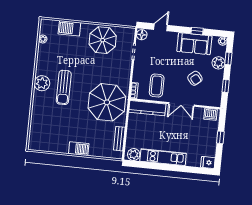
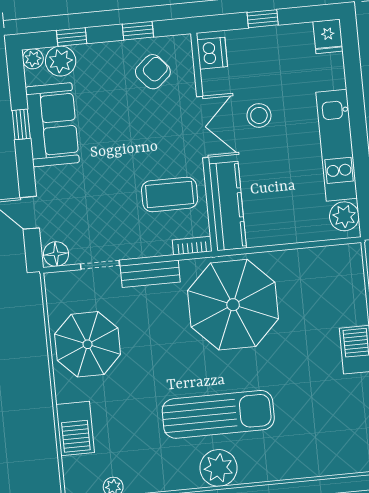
plant: (218, 63) -> (61, 61), moved
armchair: (195, 78) -> (153, 72), moved
sun lounger: (64, 87) -> (218, 414), width x1.36, depth x1.34
stool: (181, 128) -> (259, 115), added
bench: (119, 139) -> (150, 274), moved

